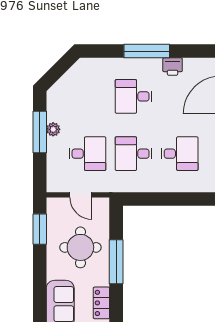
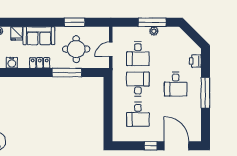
printer: (173, 67) -> (195, 61), moved
desk: (134, 96) -> (176, 84), turned 180
window: (40, 229) -> (74, 22), moved

